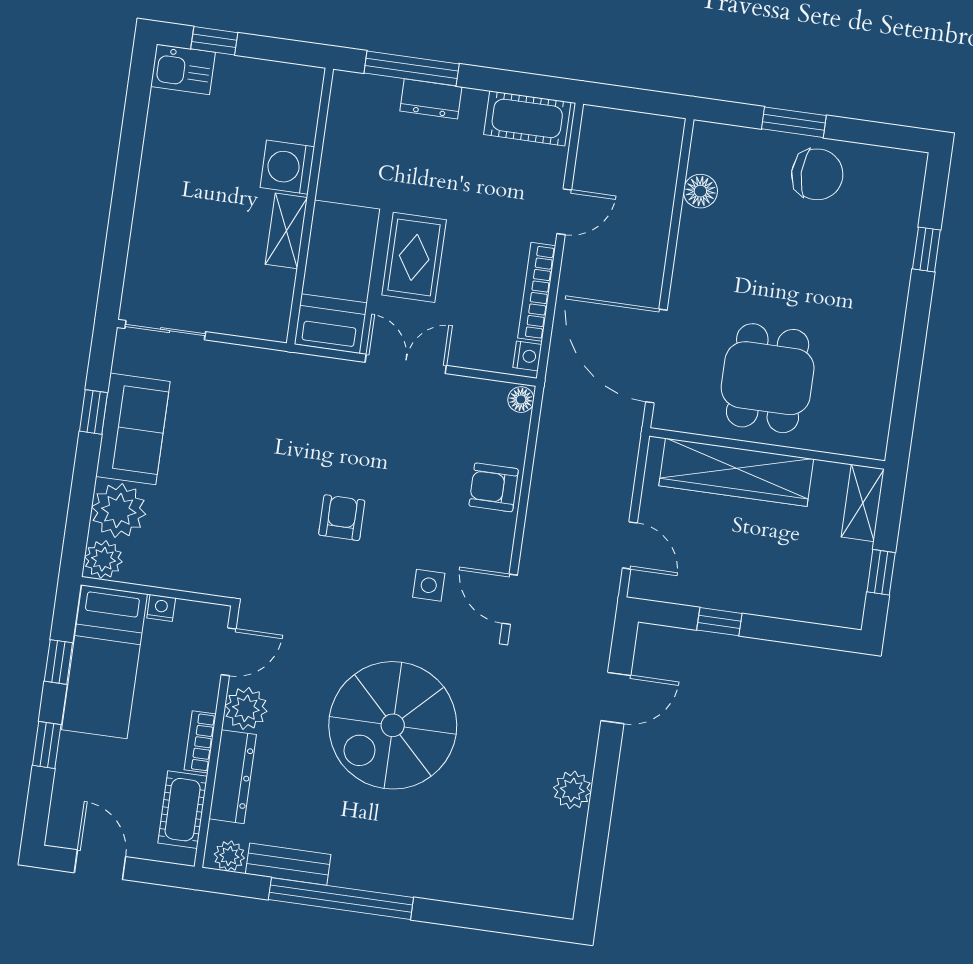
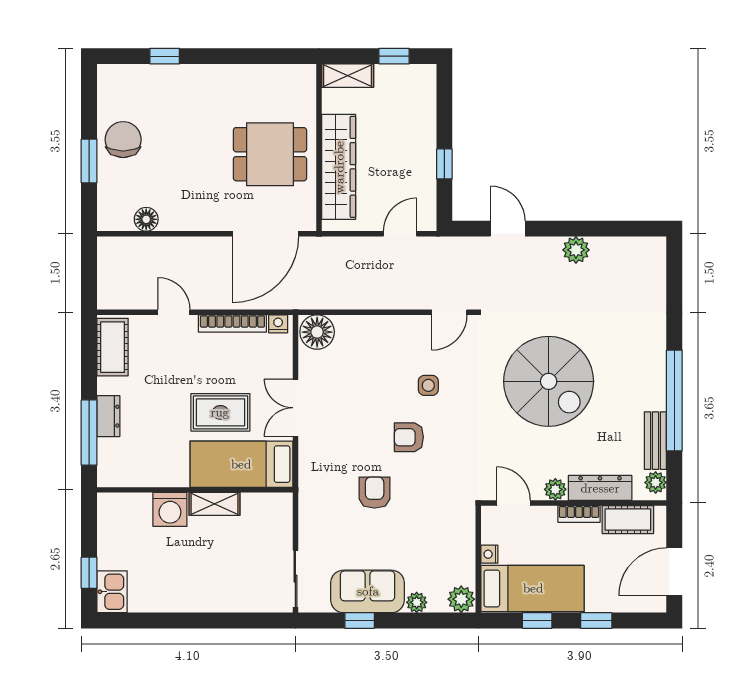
floor lamp: (521, 400) -> (317, 332), width x1.89, depth x1.89
armchair: (494, 487) -> (375, 493), moved, turned 180
plant: (119, 510) -> (417, 602), width x0.53, depth x0.53
side table: (429, 585) -> (428, 385), moved
plant: (246, 708) -> (555, 489), width x0.73, depth x0.73
door: (100, 865) -> (674, 572), width x1.38

